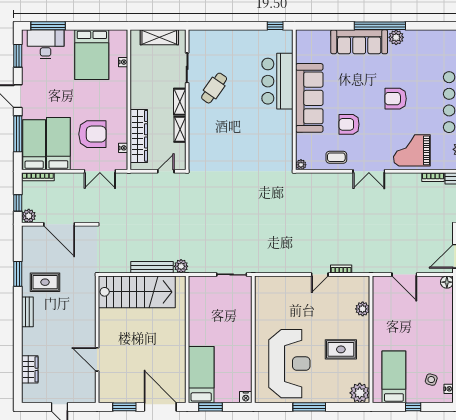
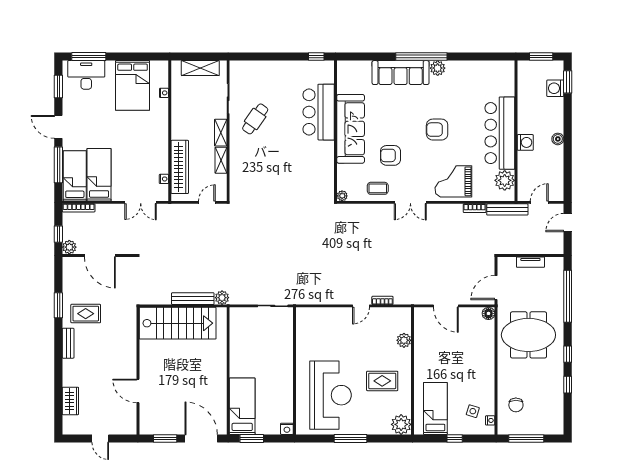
armchair: (92, 134) -> (133, 165), removed

